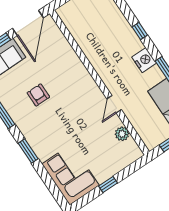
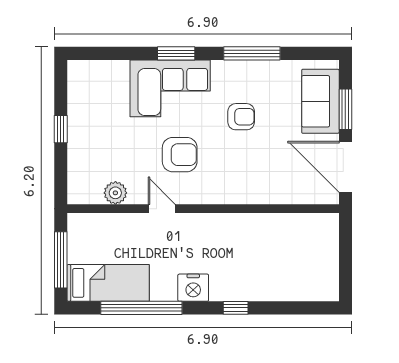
armchair: (80, 114) -> (180, 155), added
corner sofa: (70, 175) -> (170, 88), moved

